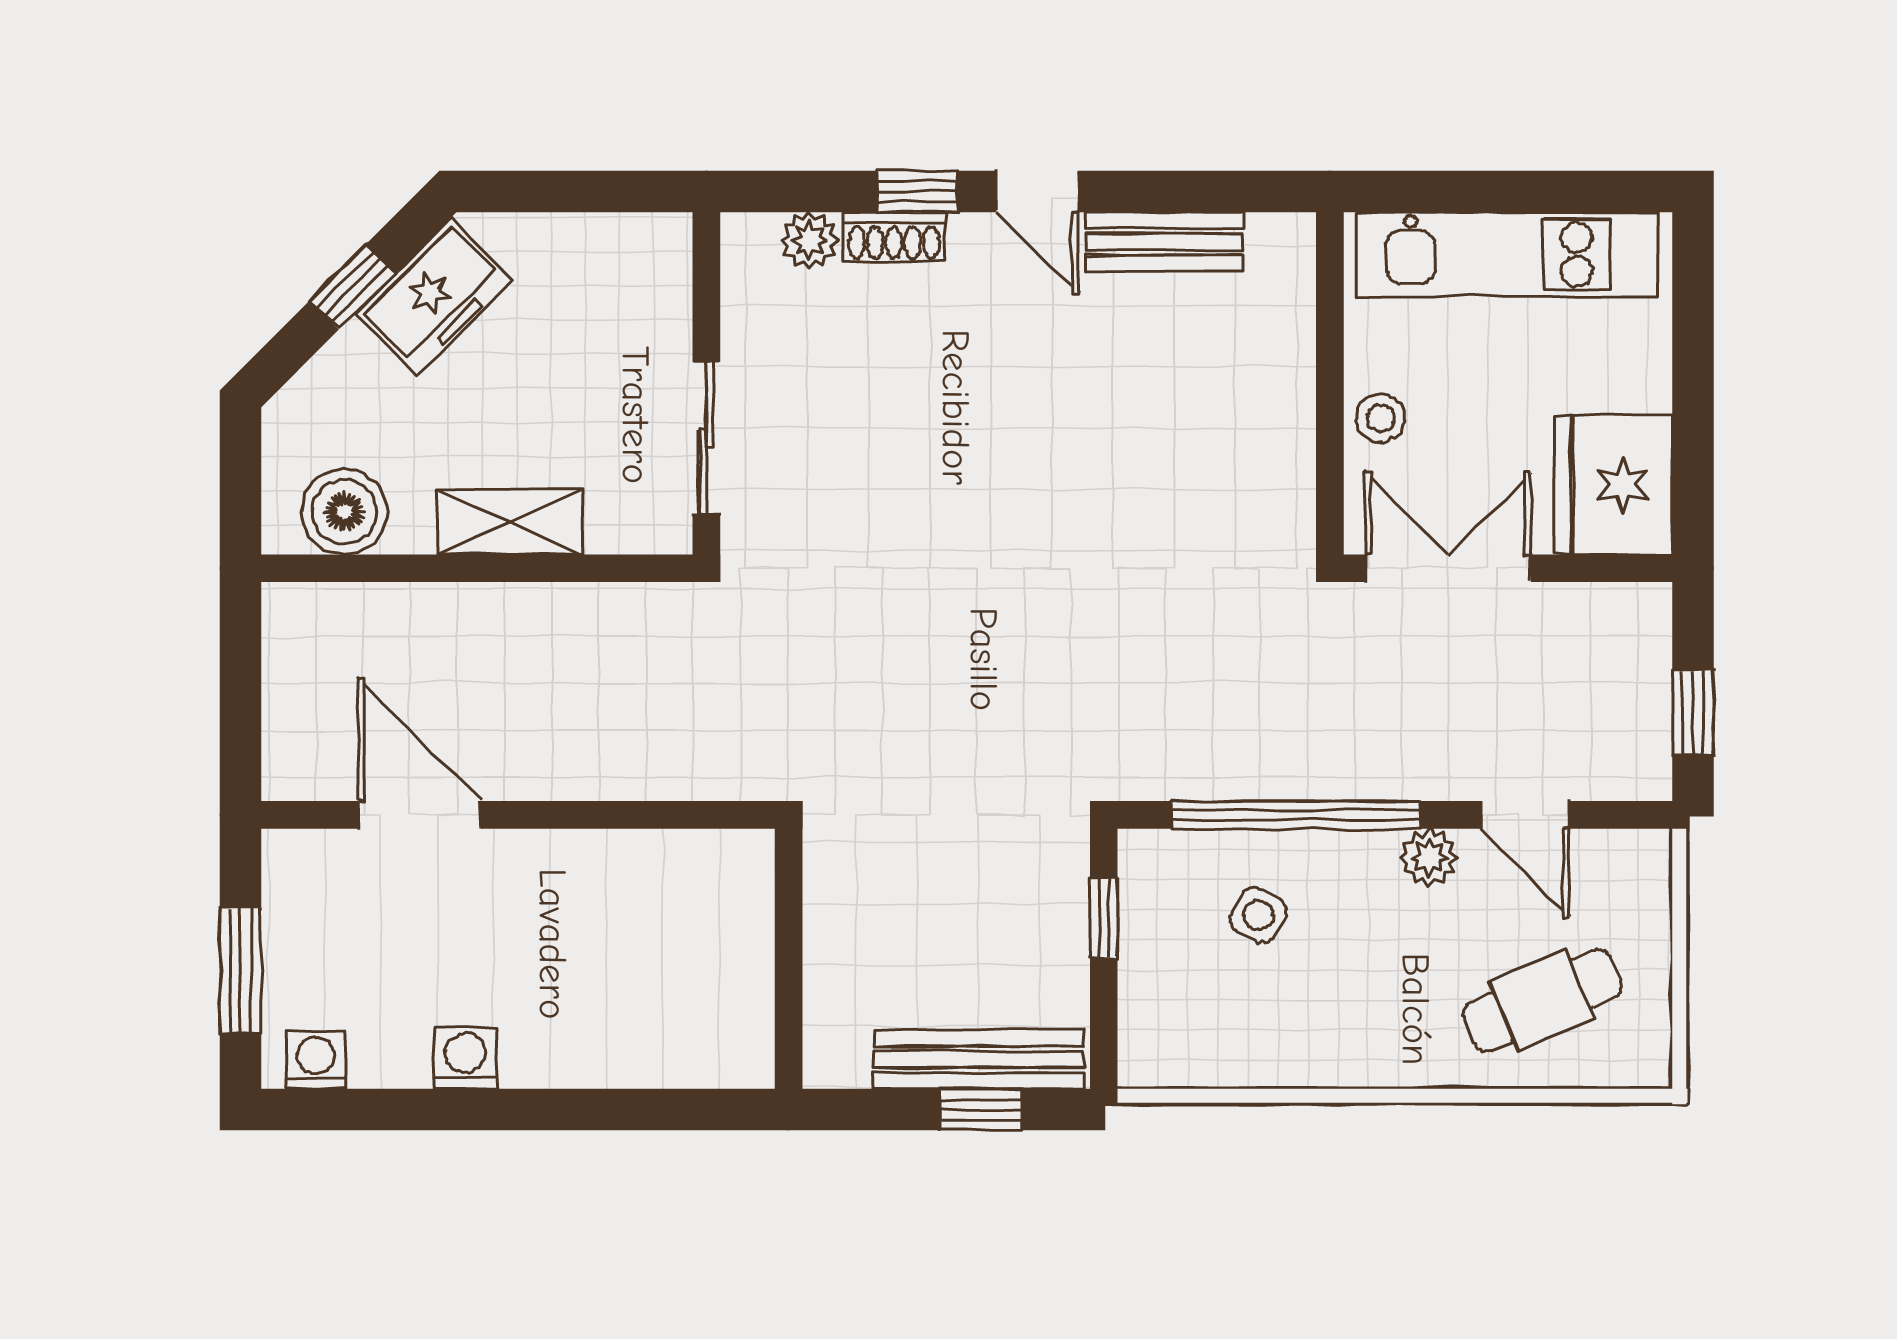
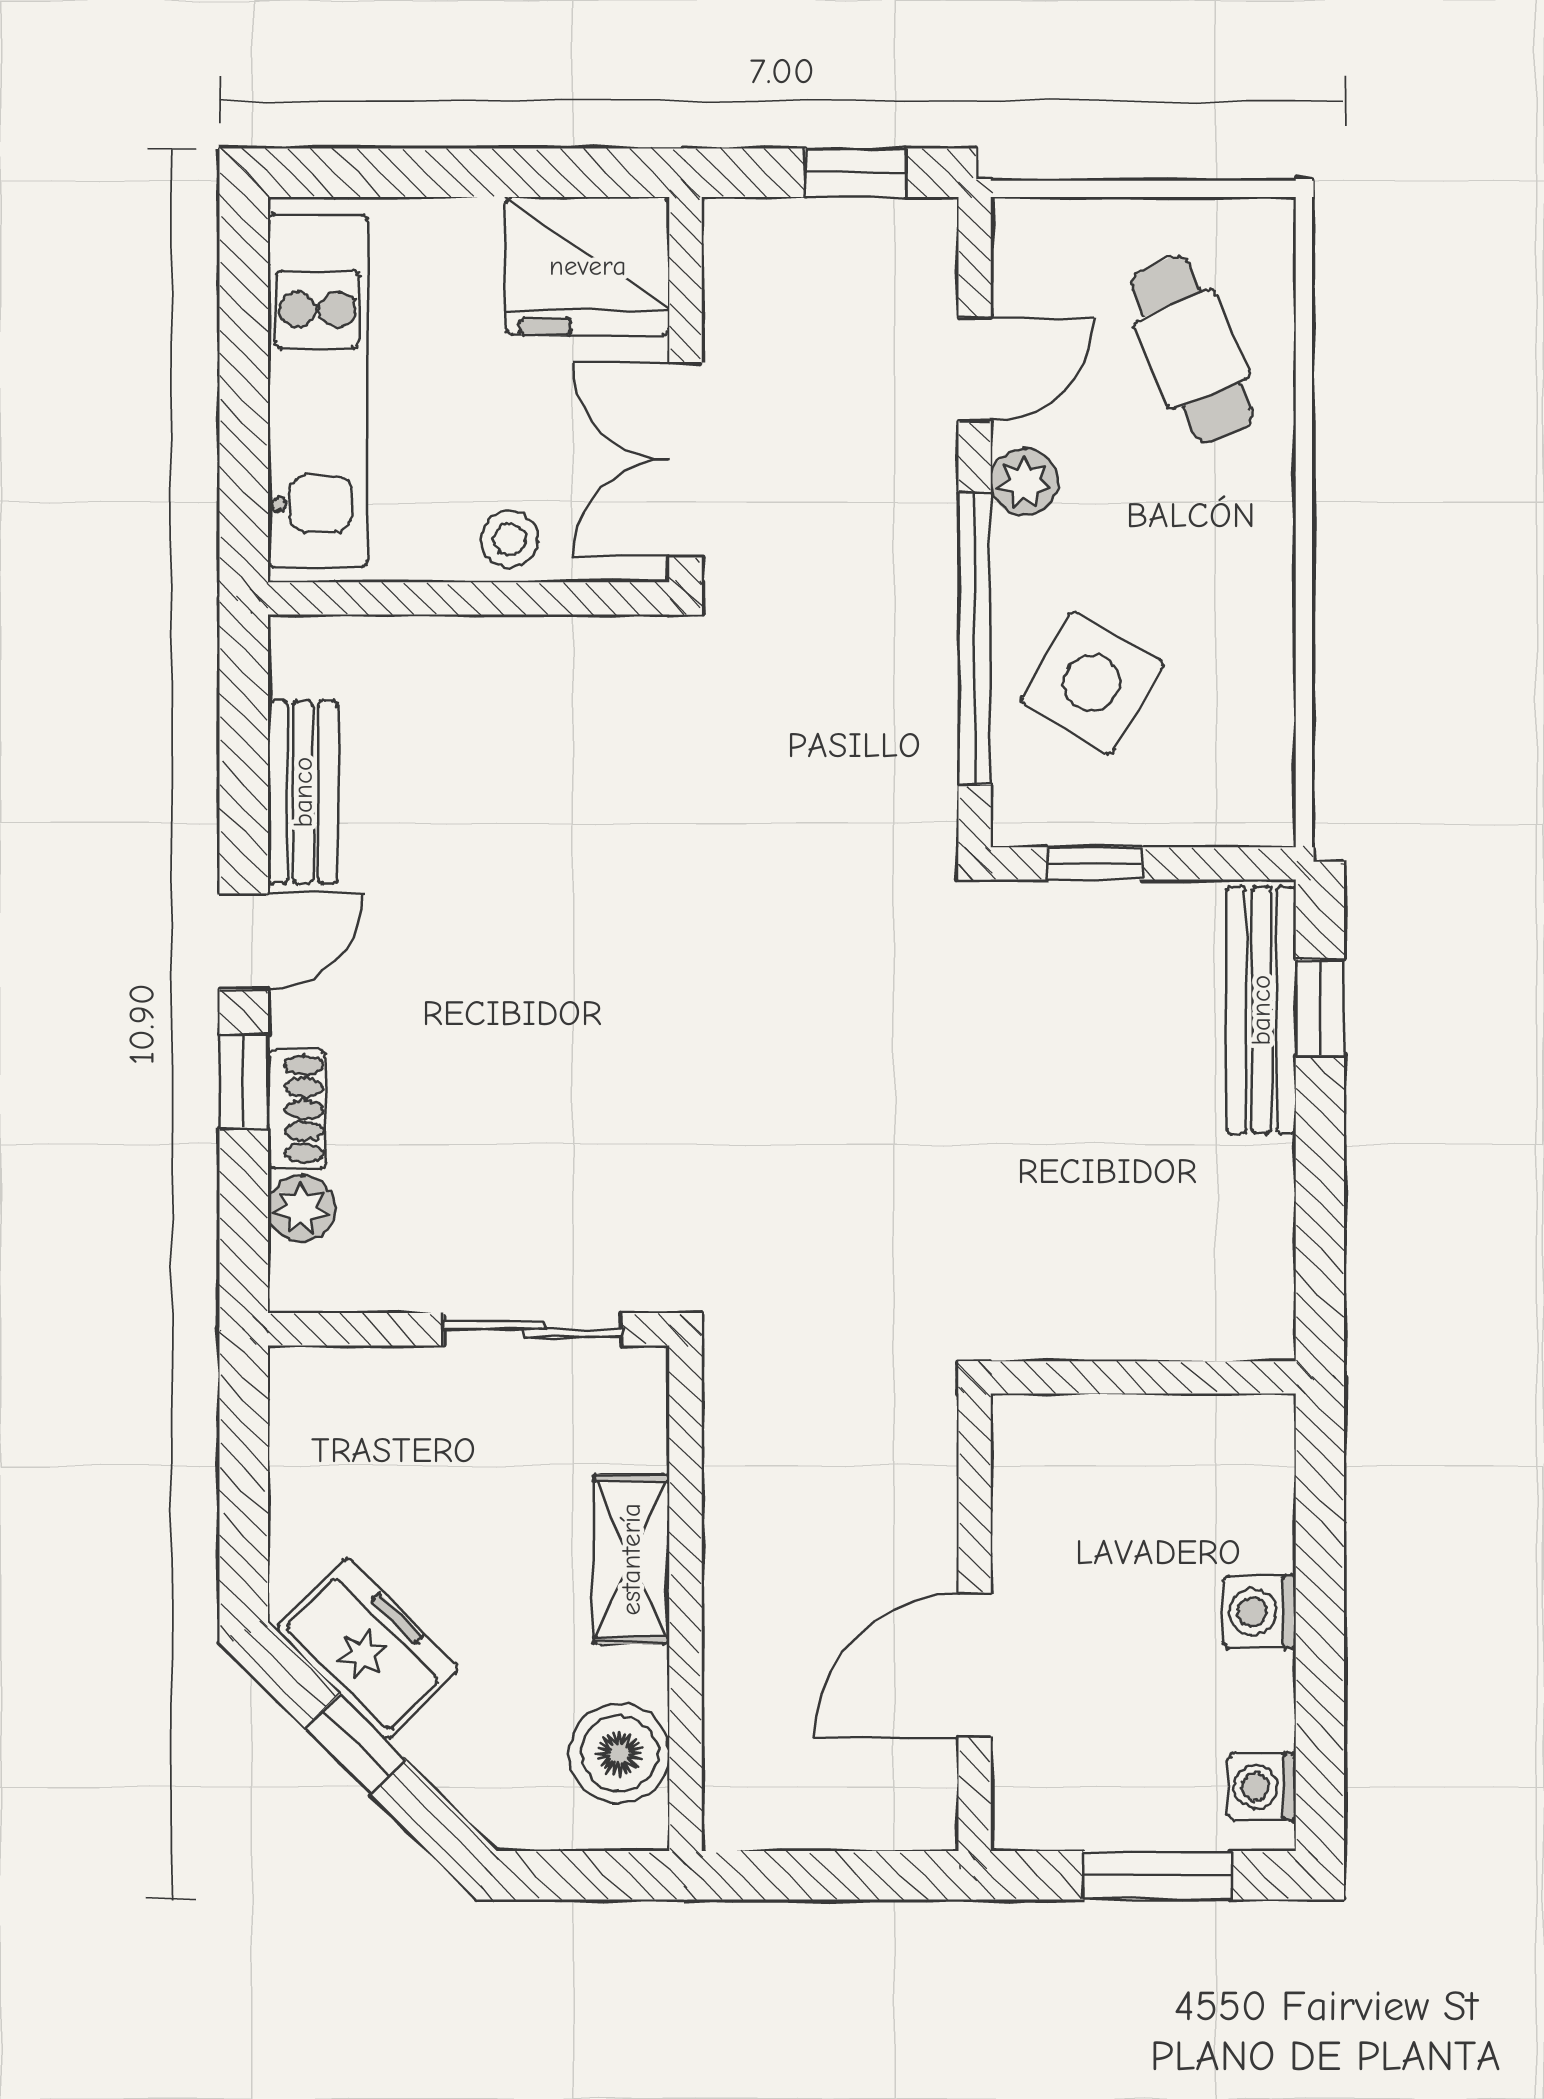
side table: (1258, 915) -> (1092, 682), width x1.87, depth x1.87
wall: (789, 959) -> (1143, 1377), moved

